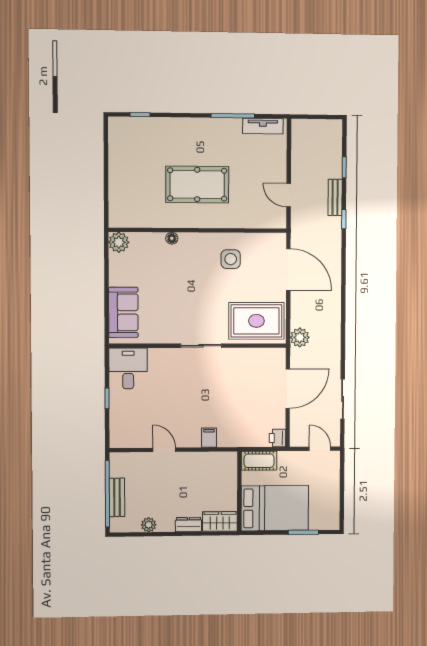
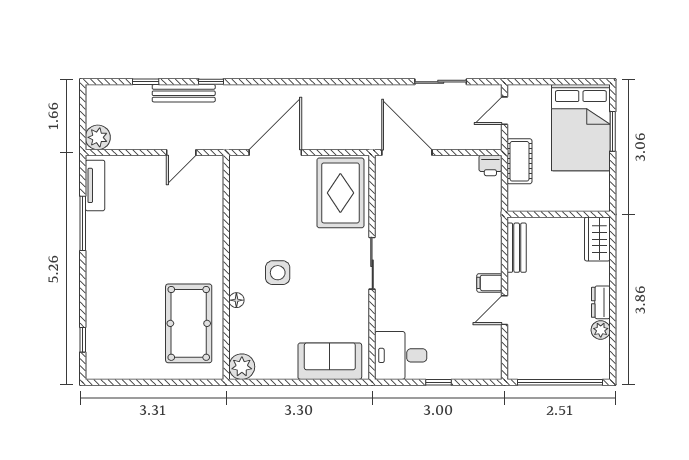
pool table: (197, 184) -> (189, 323), moved
bench: (335, 197) -> (184, 93), width x1.36
side table: (231, 259) -> (278, 273), moved
plant: (300, 337) -> (98, 137), moved
door: (288, 389) -> (407, 152), moved
filing cabinet: (209, 438) -> (489, 283), moved
cot: (259, 461) -> (520, 161), moved
bench: (117, 497) -> (517, 248), moved, turned 90
bed: (275, 508) -> (581, 128), moved, turned 180
dresser: (188, 524) -> (601, 302), moved

